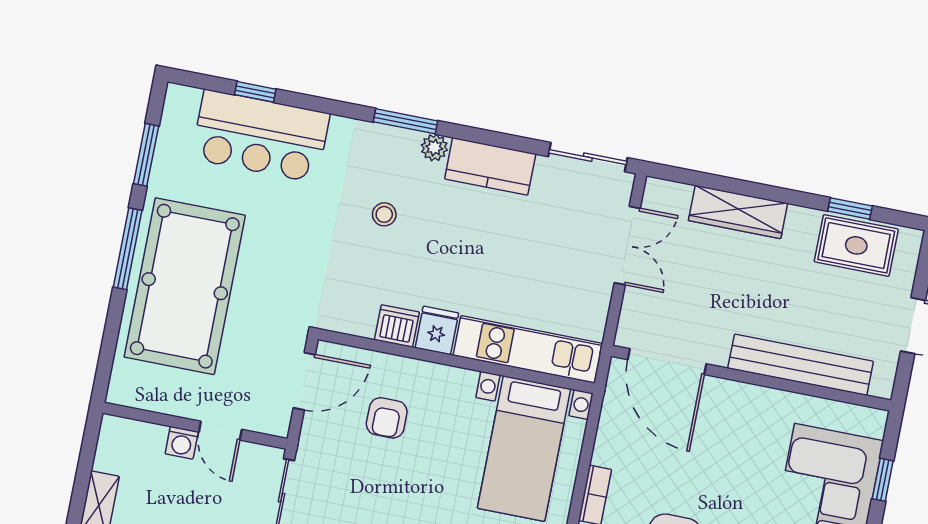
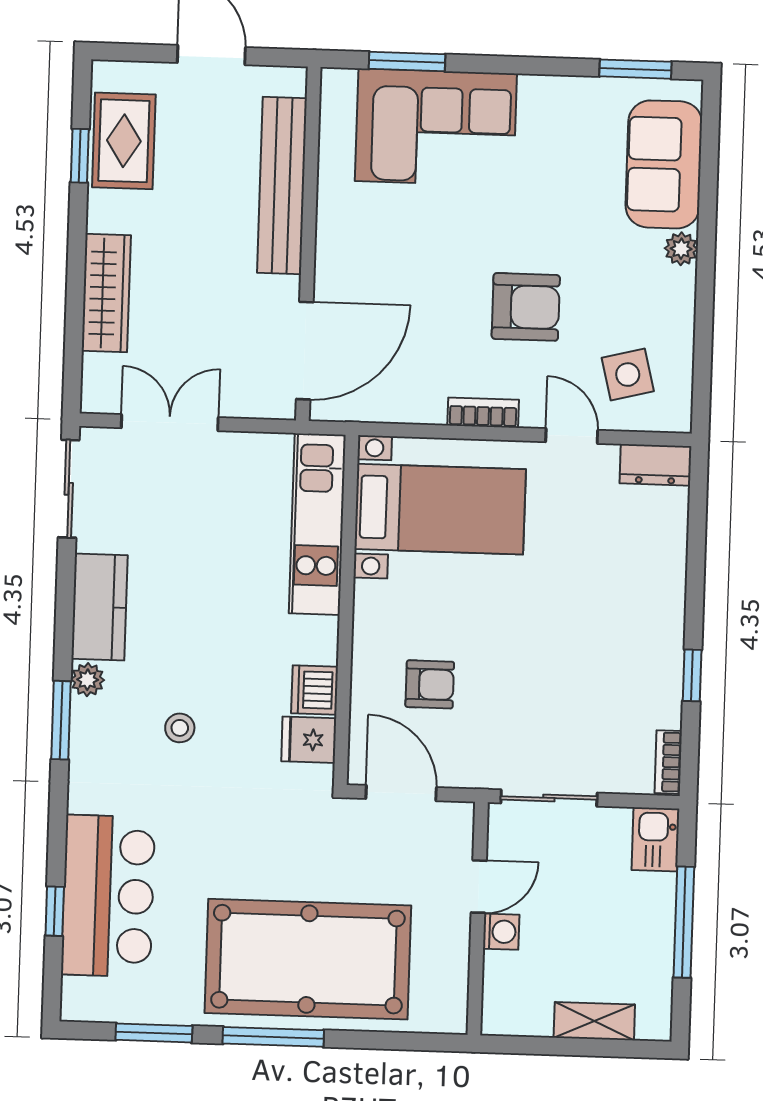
fridge: (437, 330) -> (309, 740), moved
window: (883, 480) -> (407, 62), width x1.50

